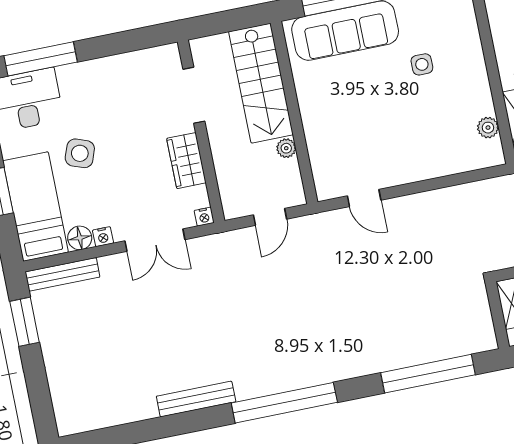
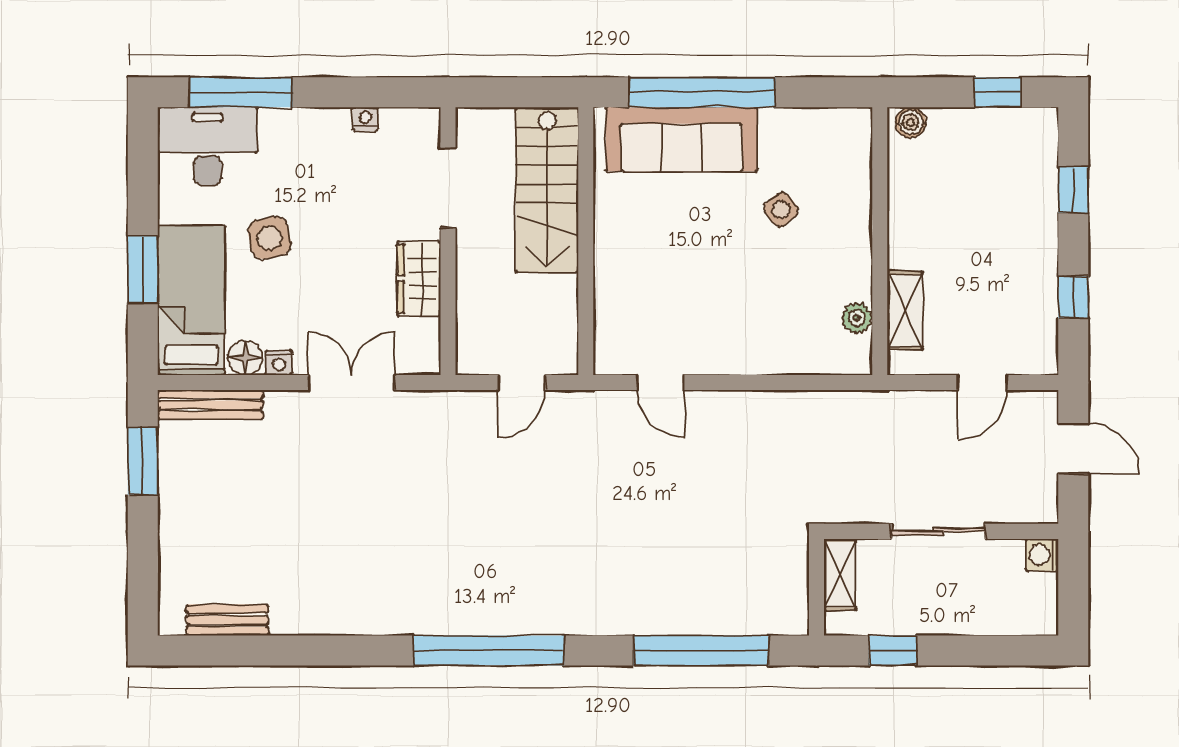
side table: (422, 64) -> (781, 209), turned -37
plant: (286, 148) -> (564, 290), removed
side table: (80, 153) -> (270, 238), turned -32
nightstand: (204, 217) -> (365, 119), moved, turned 180
double door: (155, 240) -> (351, 383), swing flipped
bench: (196, 399) -> (227, 620), moved, width x0.73

